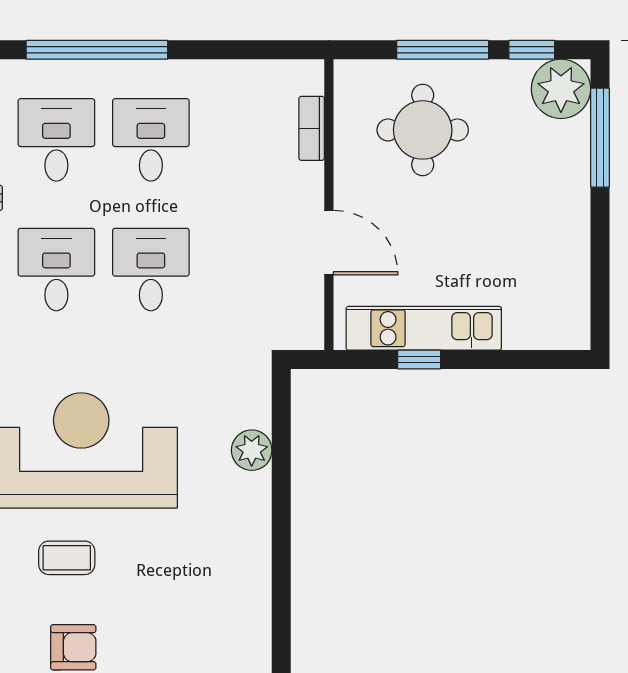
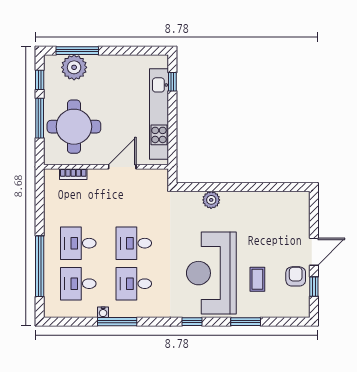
plant: (561, 89) -> (74, 67), moved
round table: (423, 130) -> (74, 127), width x1.36, depth x1.36
kitchen unit: (424, 328) -> (159, 114), width x1.36
window: (419, 360) -> (172, 82), moved

